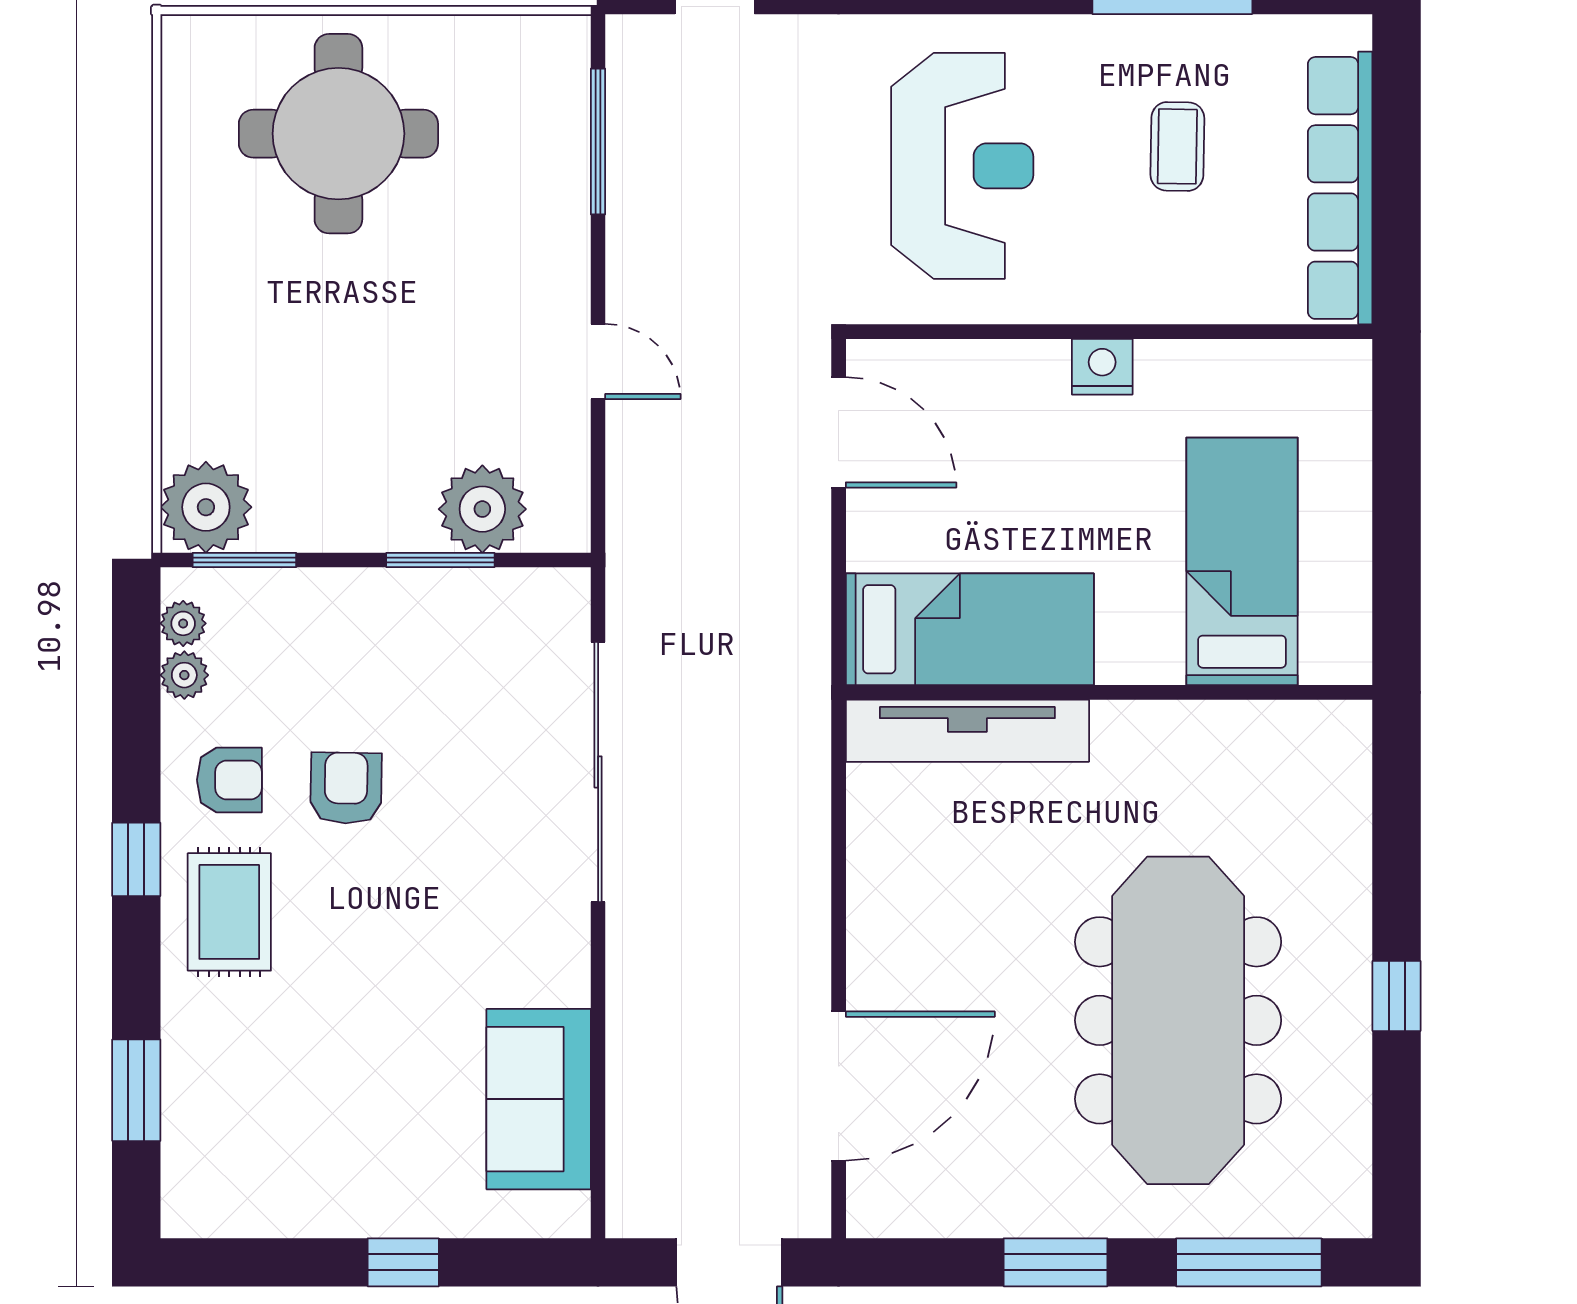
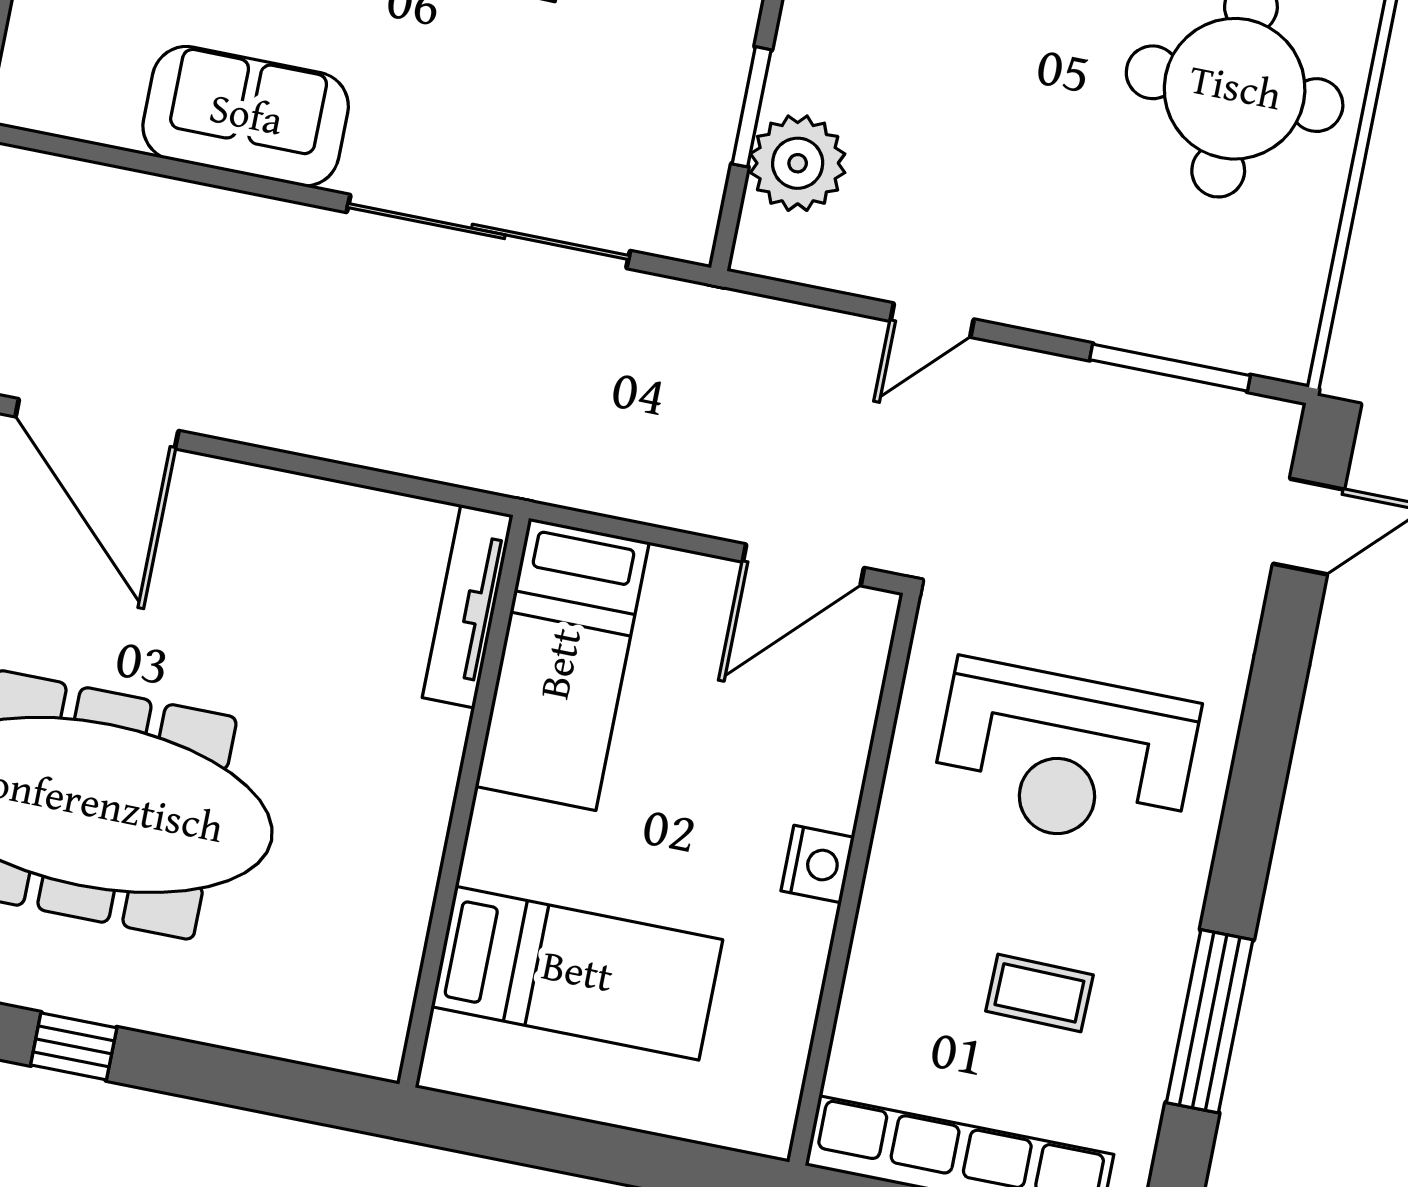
tv unit: (967, 731) -> (468, 606), width x0.73, depth x0.78
sofa: (539, 1099) -> (246, 116), moved

